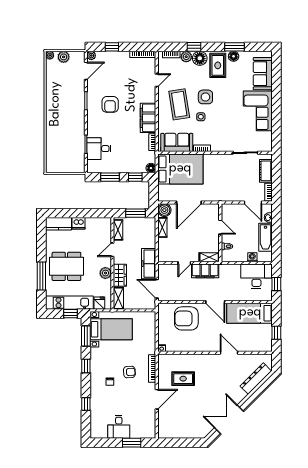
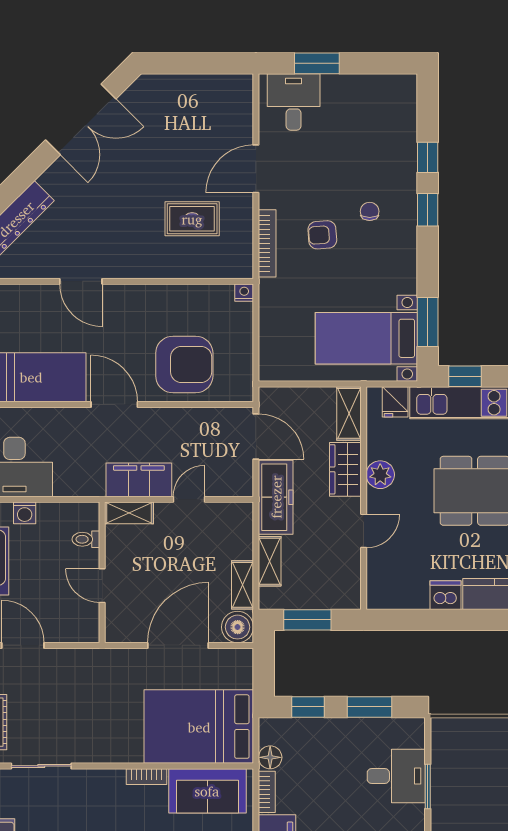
floor lamp: (151, 168) -> (270, 757), moved
shelving: (118, 230) -> (270, 561), moved
window: (86, 366) -> (428, 210), moved
desk: (119, 427) -> (294, 102), moved

